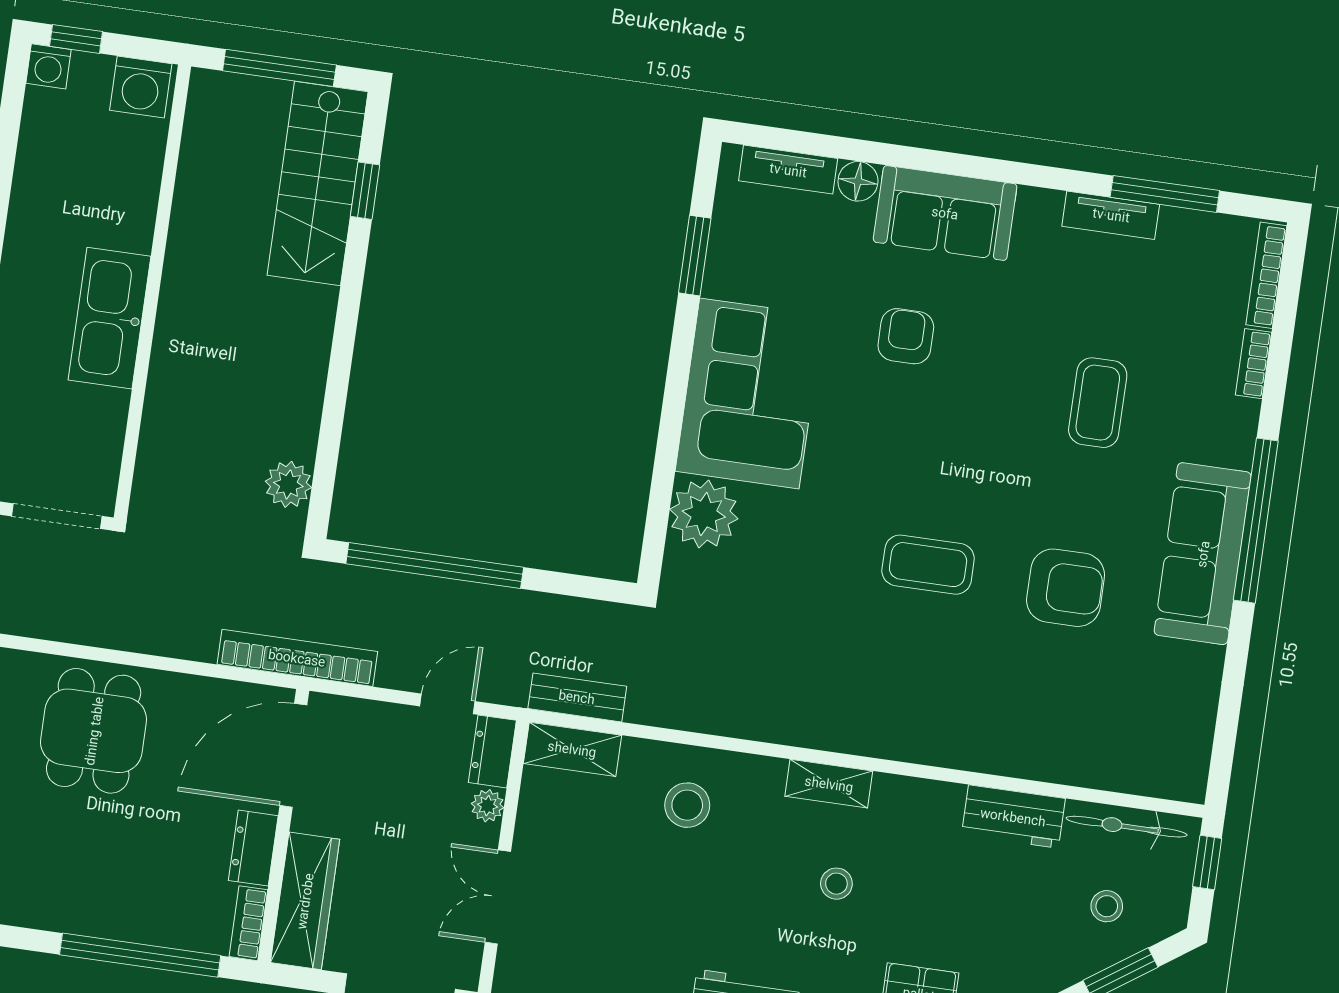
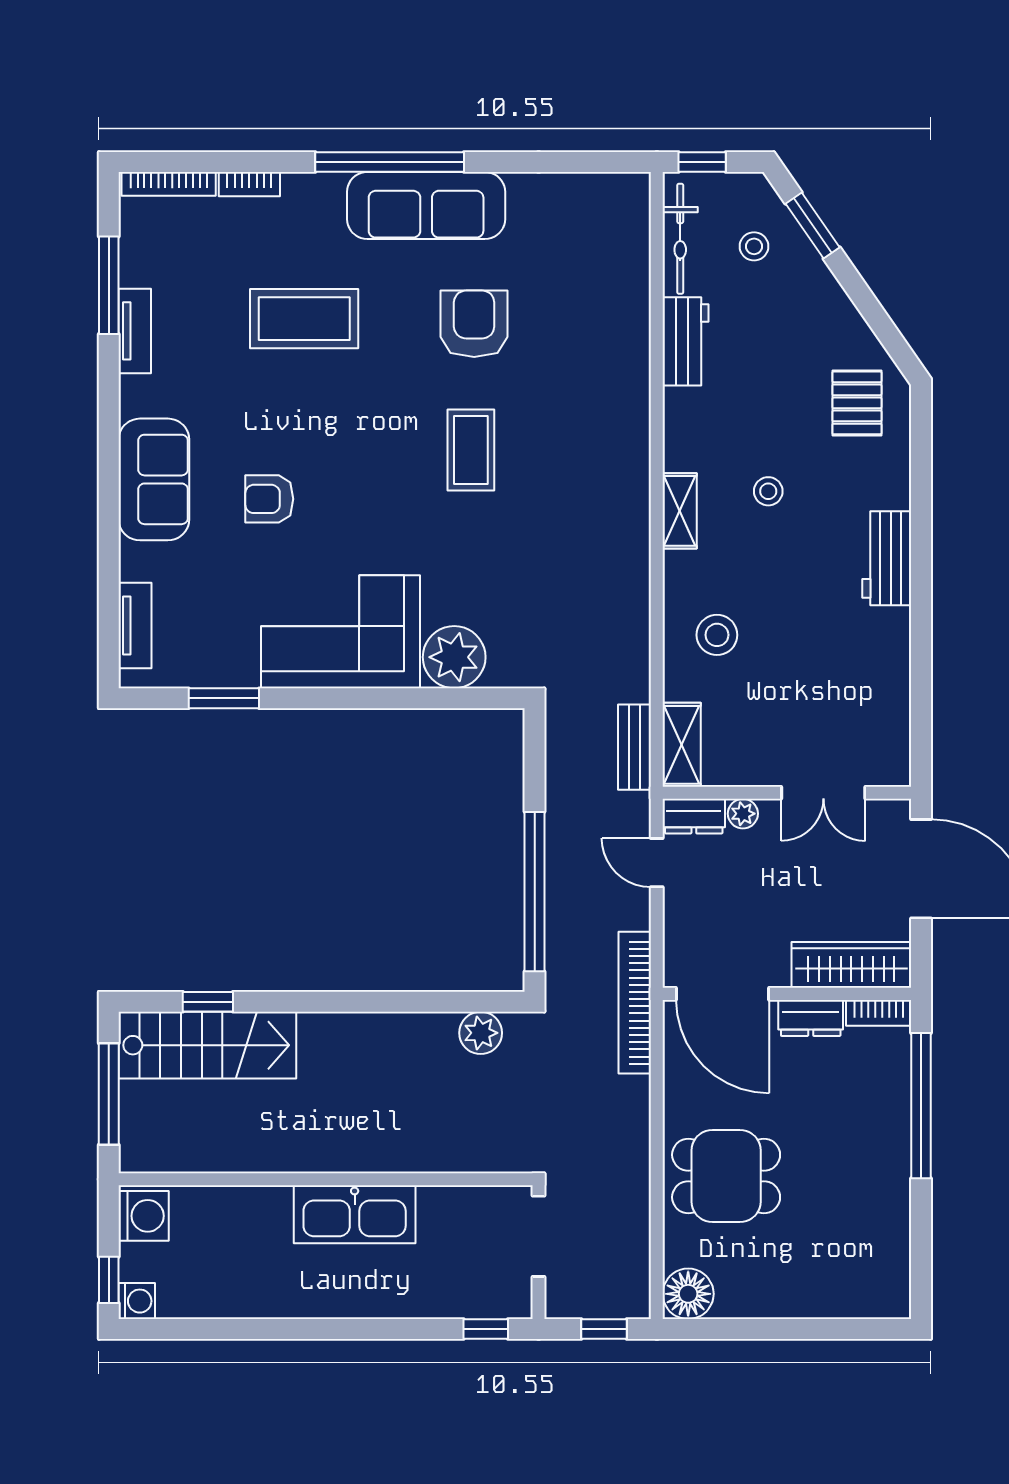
floor lamp: (858, 181) -> (137, 562), removed
coffee table: (1098, 403) -> (304, 319), width x1.36, depth x1.32

